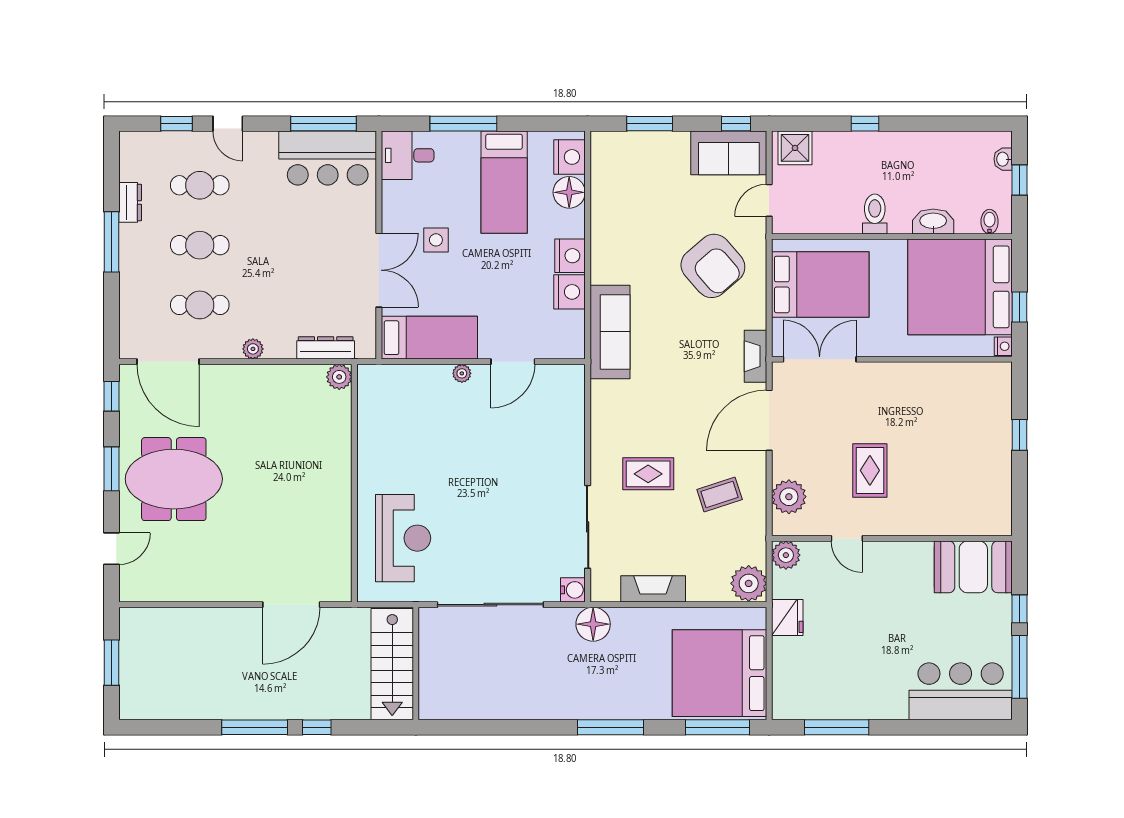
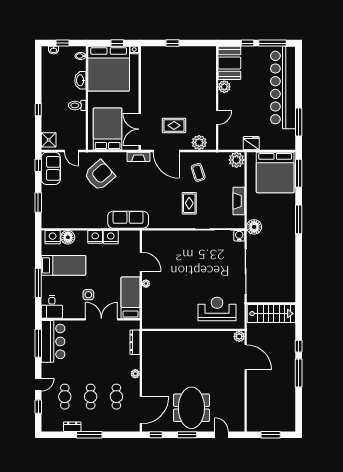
plant: (339, 377) -> (239, 336), moved
rug: (870, 470) -> (174, 125), moved
plant: (786, 555) -> (224, 87), moved
bar counter: (961, 691) -> (283, 88), width x1.86

